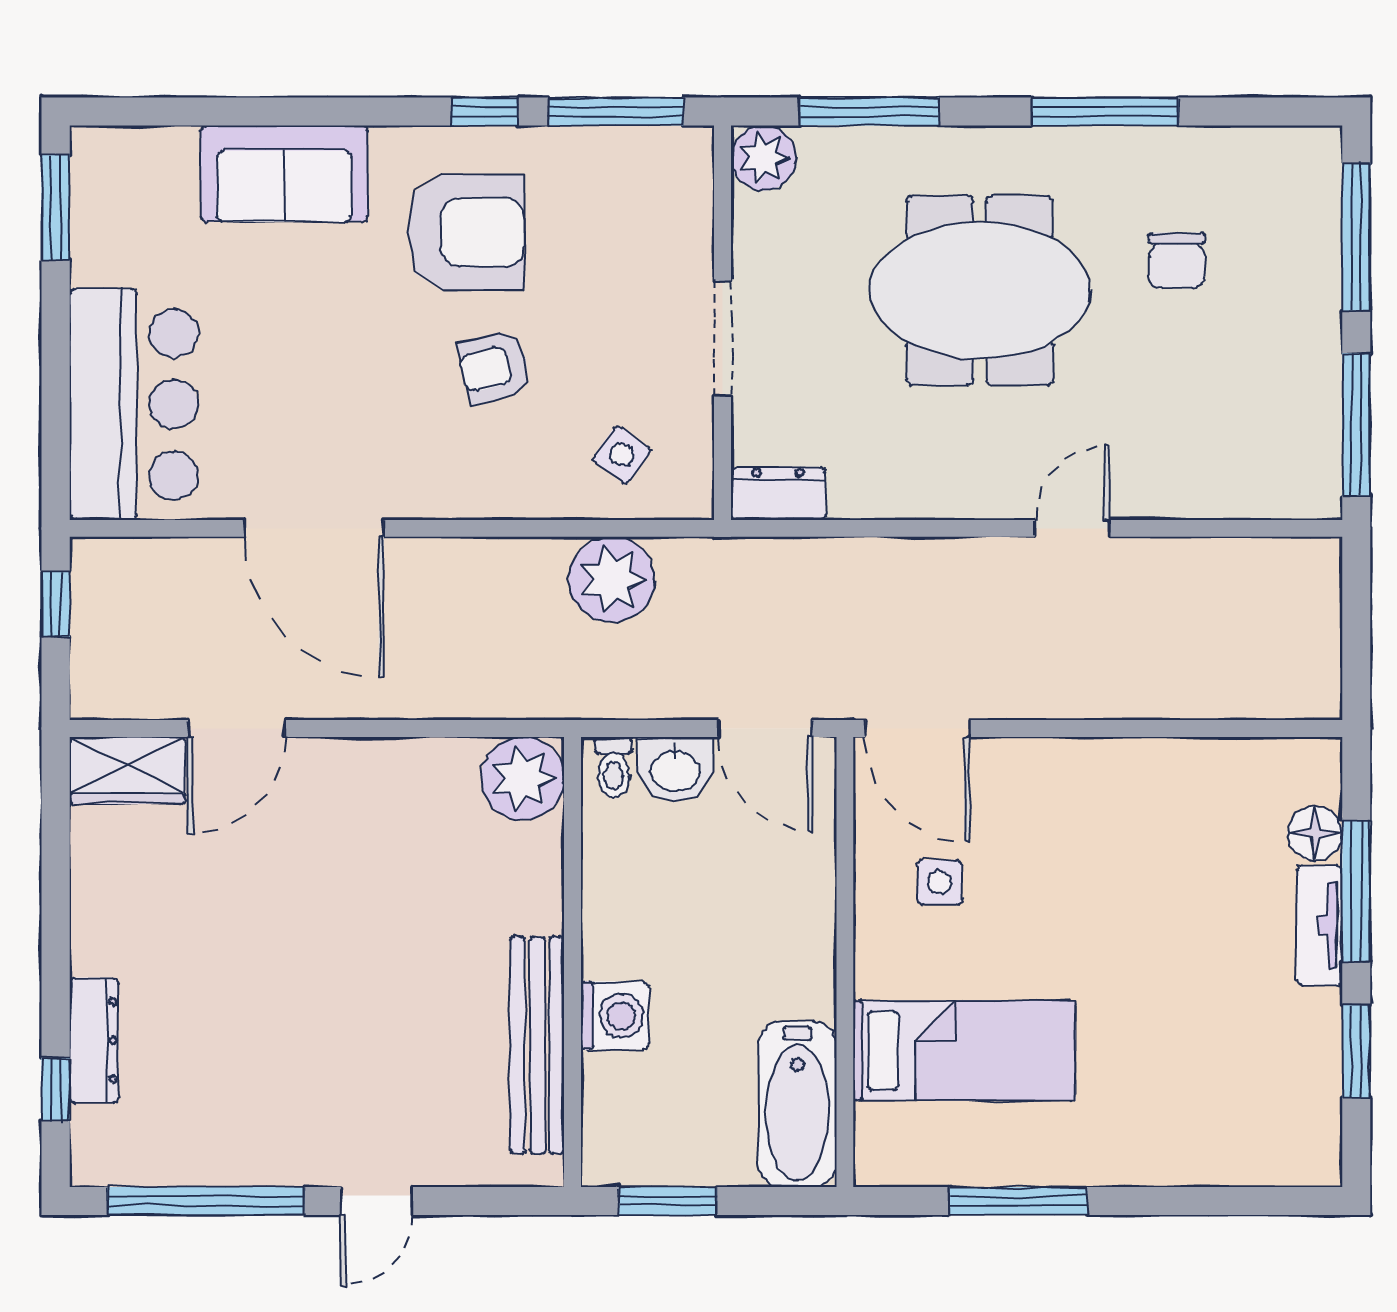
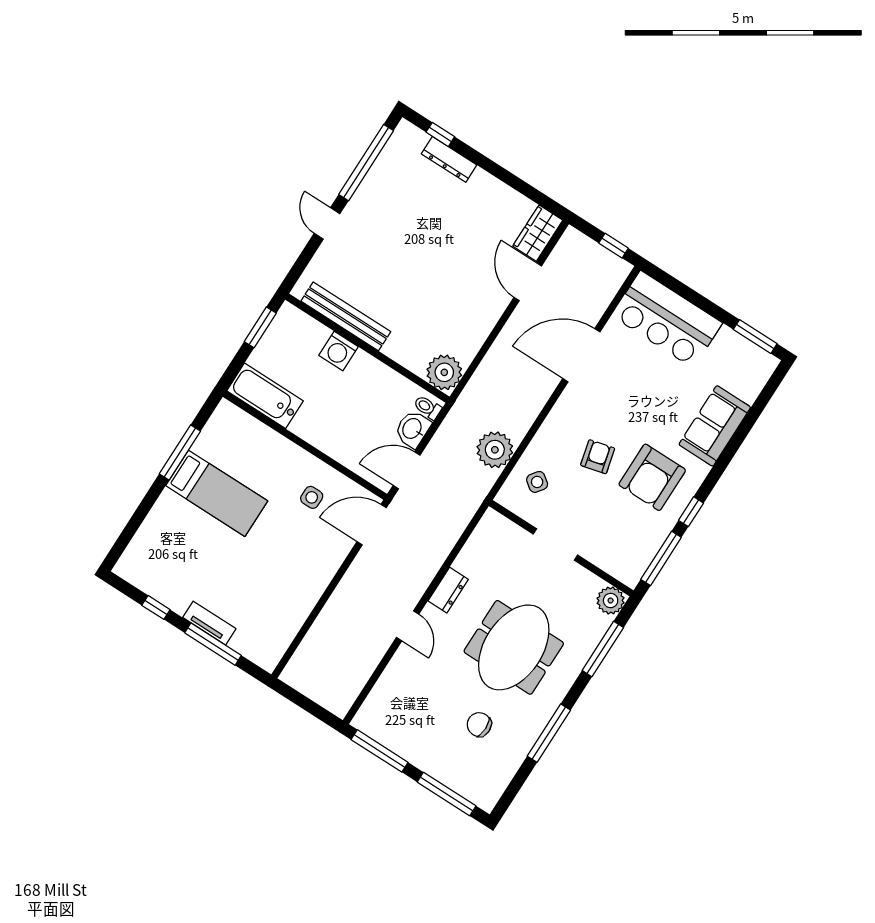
dresser: (778, 493) -> (448, 590), moved
floor lamp: (1315, 833) -> (243, 643), removed
bed: (964, 1051) -> (217, 493), moved, turned -90
window: (1356, 1051) -> (156, 607), width x0.67

